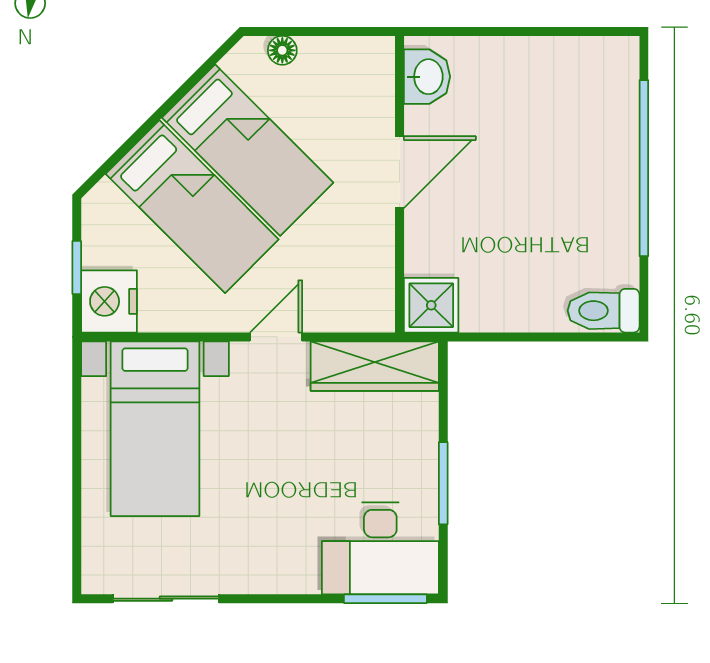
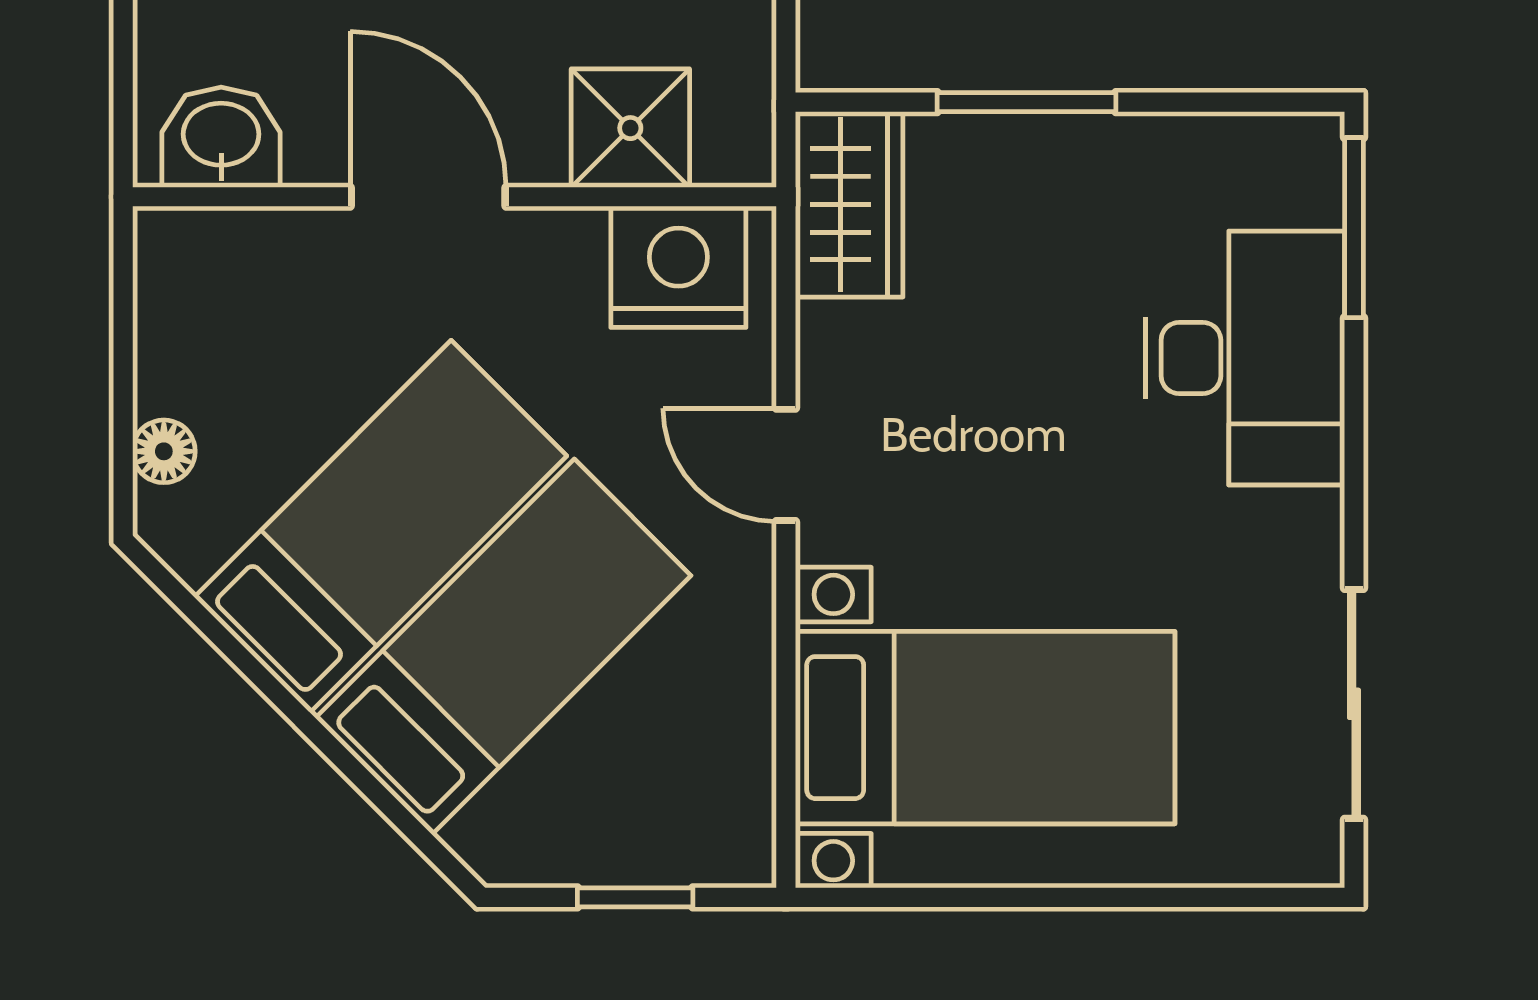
nightstand: (109, 301) -> (678, 267), moved, turned 180
shower: (431, 305) -> (630, 128), moved
wardrobe: (375, 366) -> (849, 204), width x0.67
window: (443, 483) -> (1026, 102), moved
desk: (380, 548) -> (1245, 358), moved

